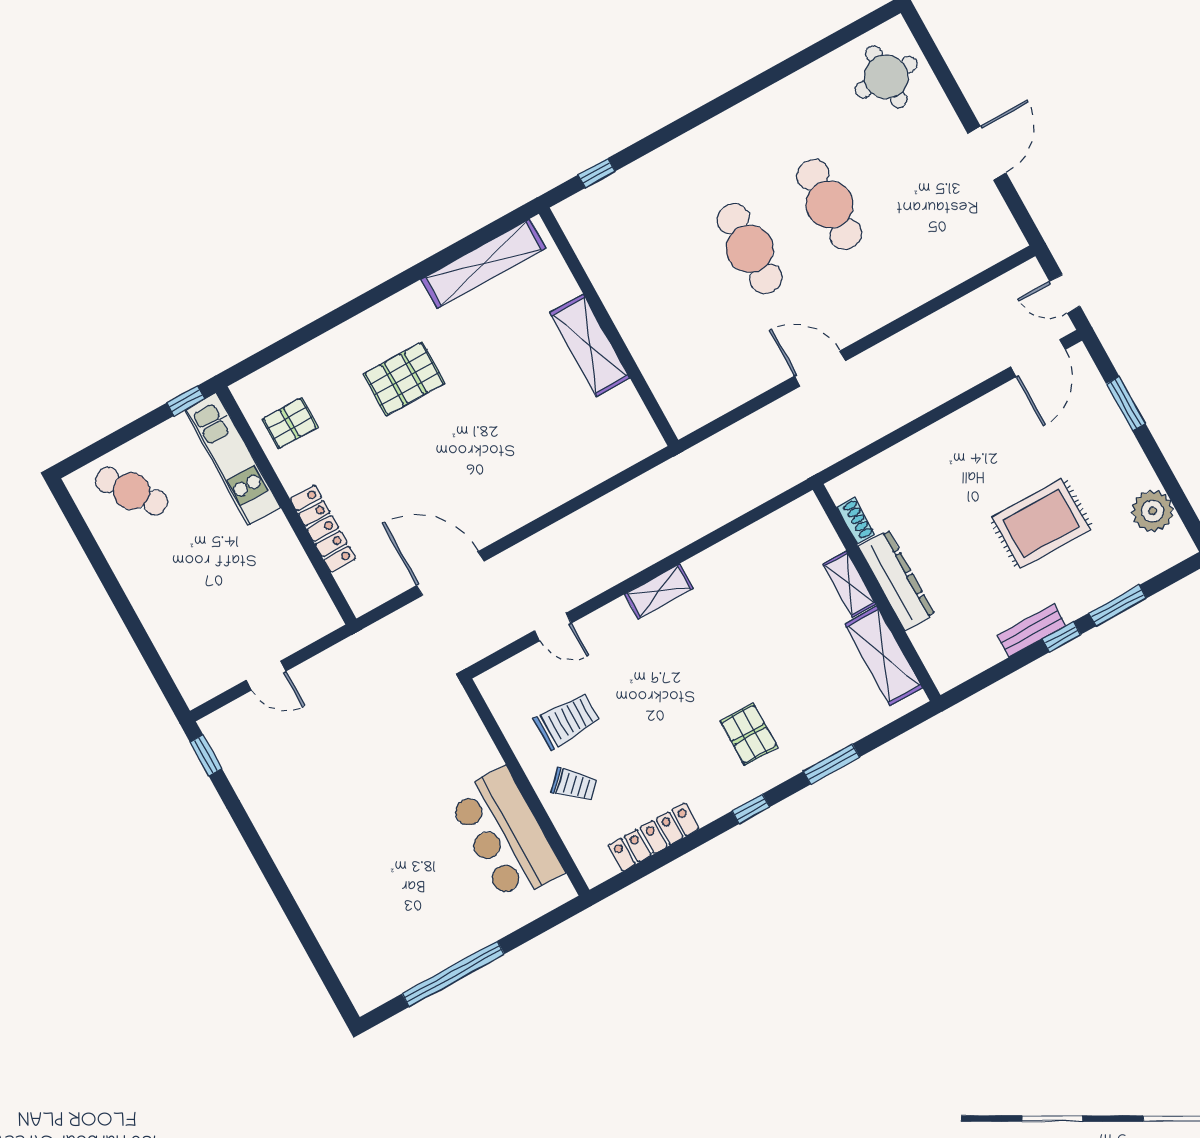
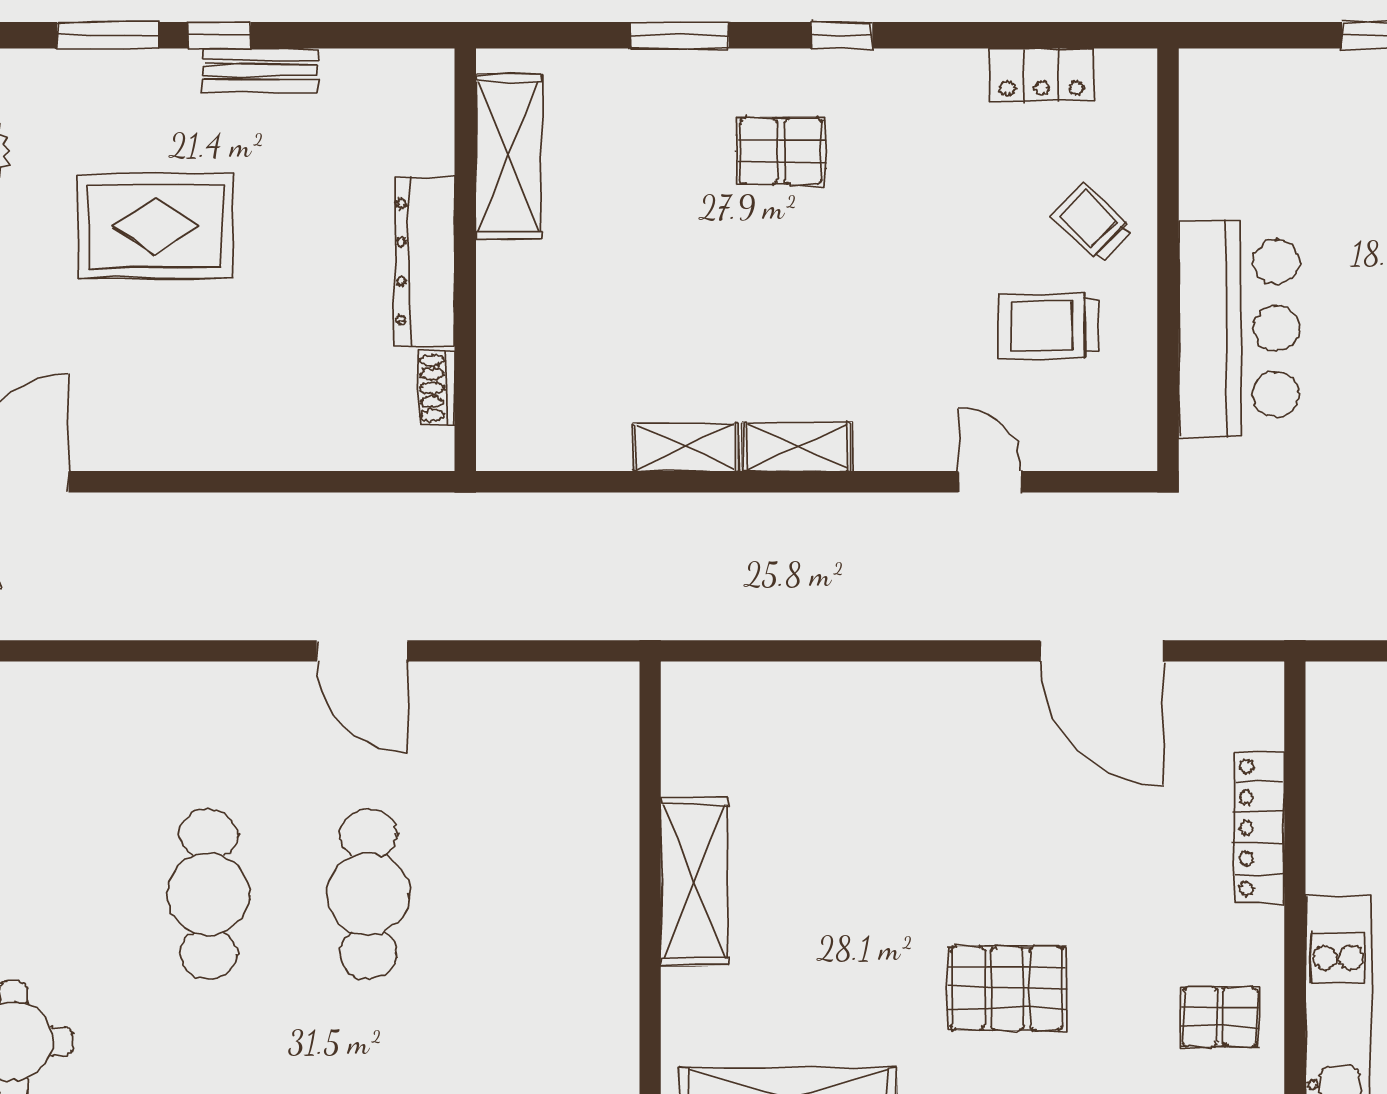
shelving: (850, 584) -> (685, 447), moved, turned 90
pallet: (749, 734) -> (781, 151), turned 90
bar counter: (506, 835) -> (1239, 328), moved
locker: (654, 837) -> (1042, 75), width x0.66

